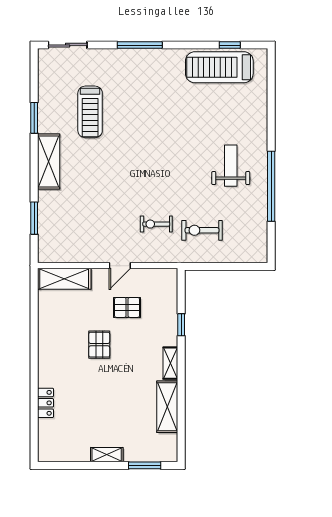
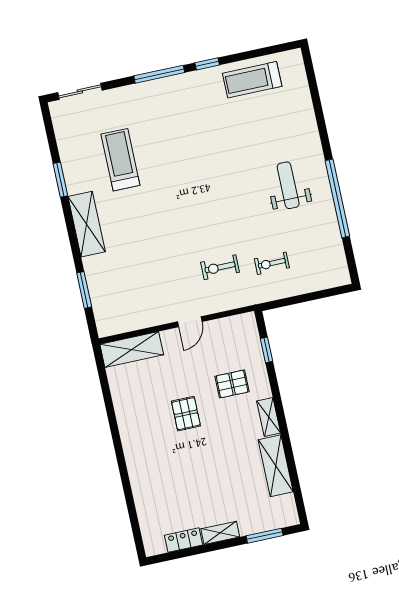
window: (230, 45) -> (207, 64), moved
treadmill: (219, 67) -> (252, 80), width x0.73, depth x0.73
treadmill: (90, 112) -> (120, 160), turned 180
exercise bike: (202, 230) -> (272, 263), width x0.73, depth x0.72
pallet: (127, 307) -> (232, 384), moved
window: (181, 325) -> (267, 350), moved
locker: (46, 403) -> (184, 540), moved, turned -90

